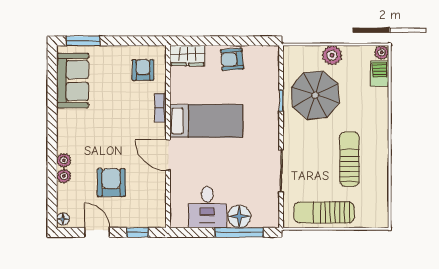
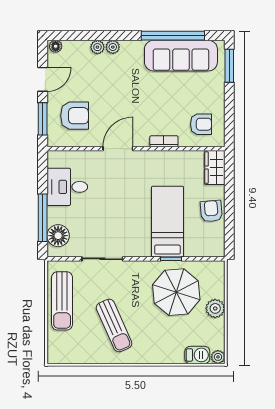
sofa: (73, 81) -> (181, 56), width x1.36
window: (52, 99) -> (173, 36), added
bed: (206, 121) -> (168, 222), moved, turned 180
sun lounger: (349, 159) -> (114, 325), turned 66
armchair: (111, 183) -> (75, 116), moved
sun lounger: (324, 212) -> (62, 301), turned 180
floor lamp: (239, 216) -> (58, 236), moved
window: (137, 232) -> (43, 119), width x1.50

